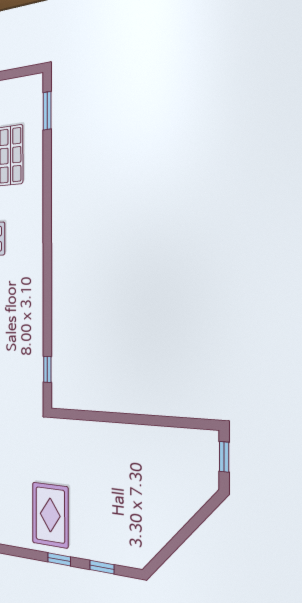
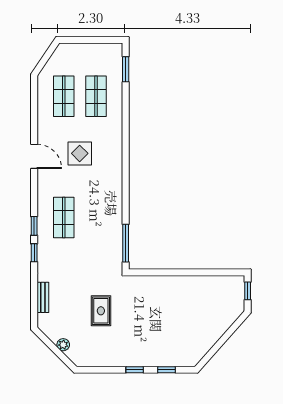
window: (47, 369) -> (126, 243), width x2.17
rug: (50, 515) -> (101, 311), moved, width x0.73, depth x0.70

